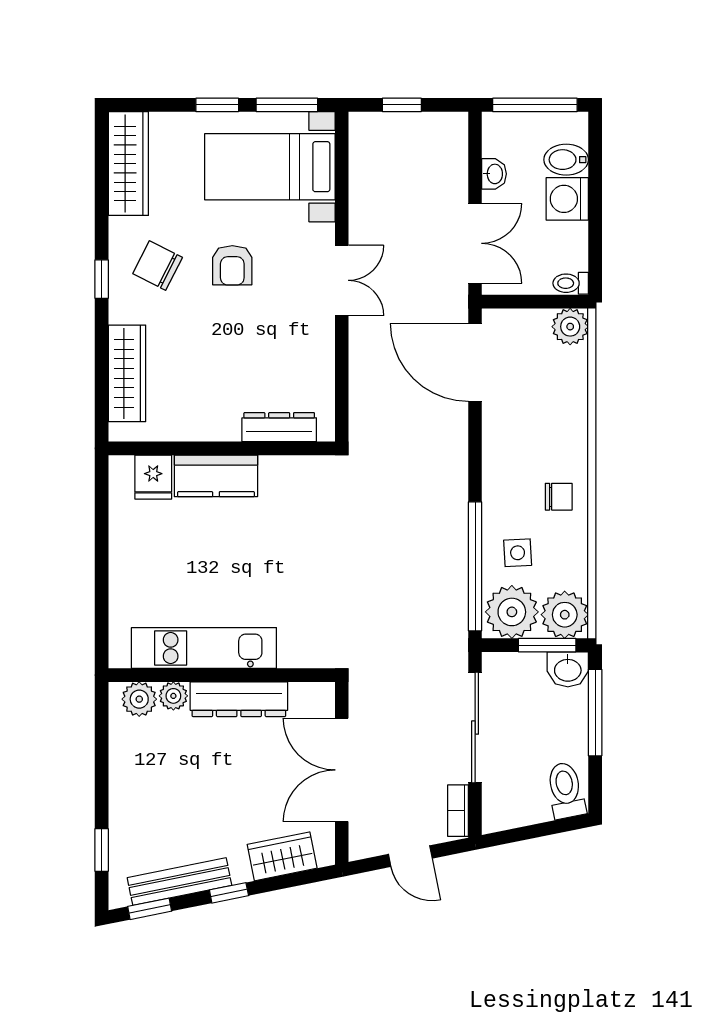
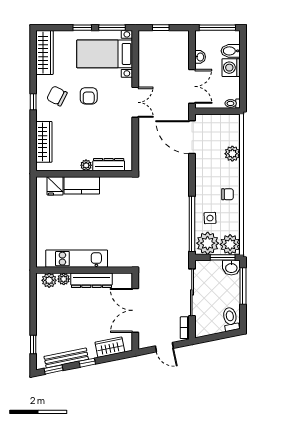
plant: (570, 327) -> (232, 154), moved
plant: (226, 429) -> (86, 165), added

